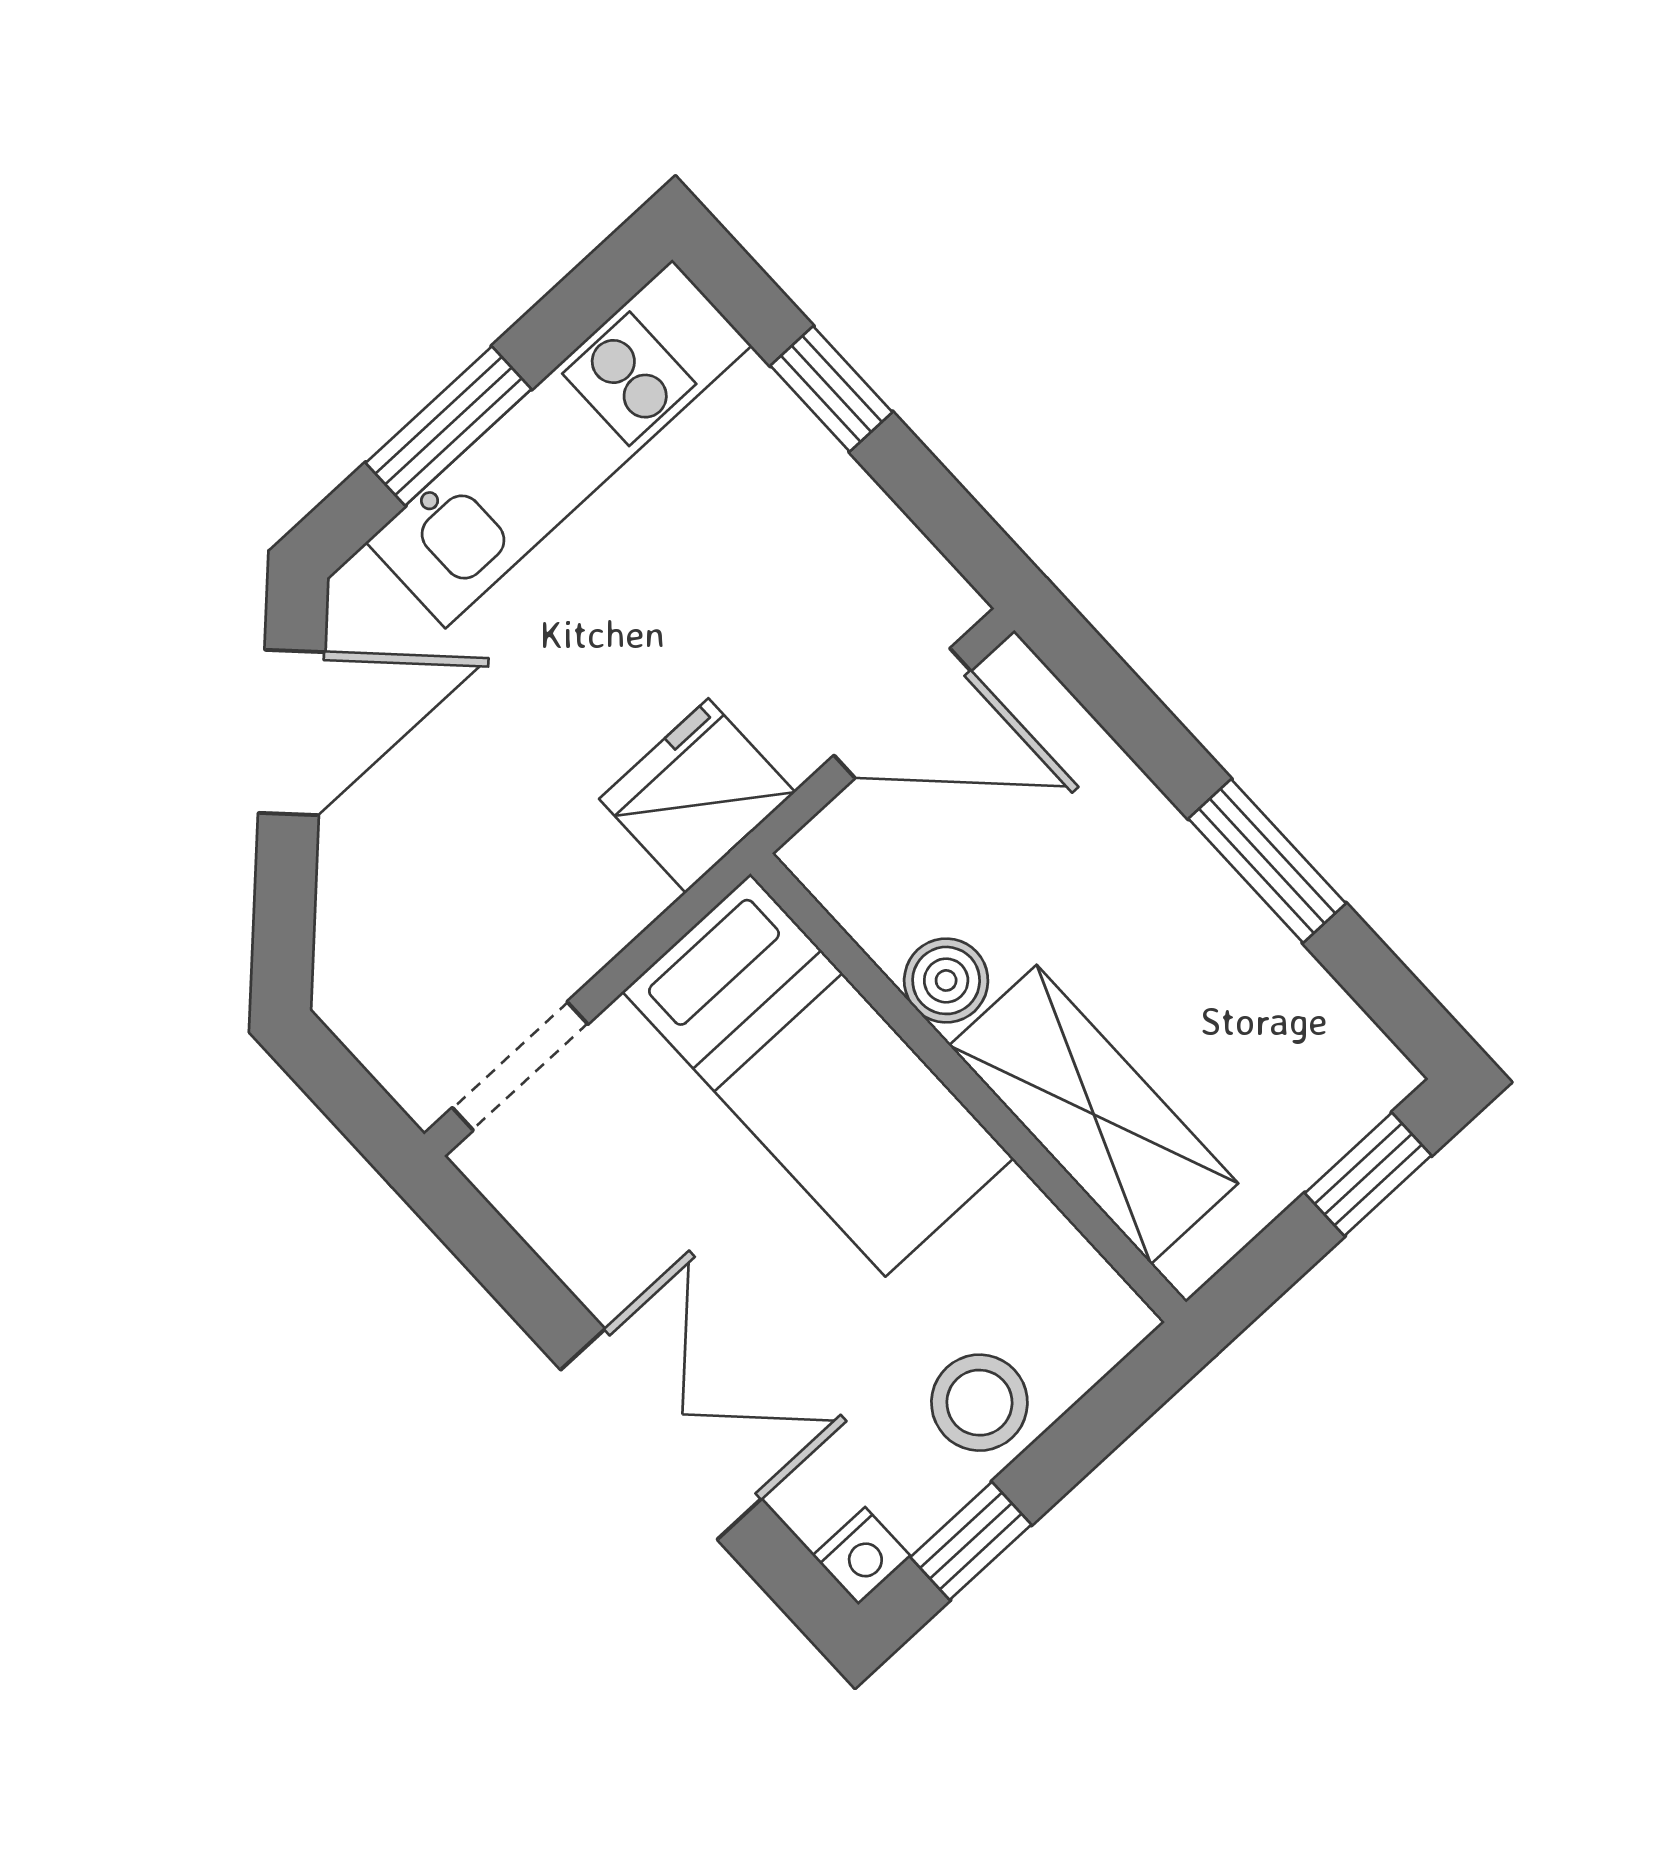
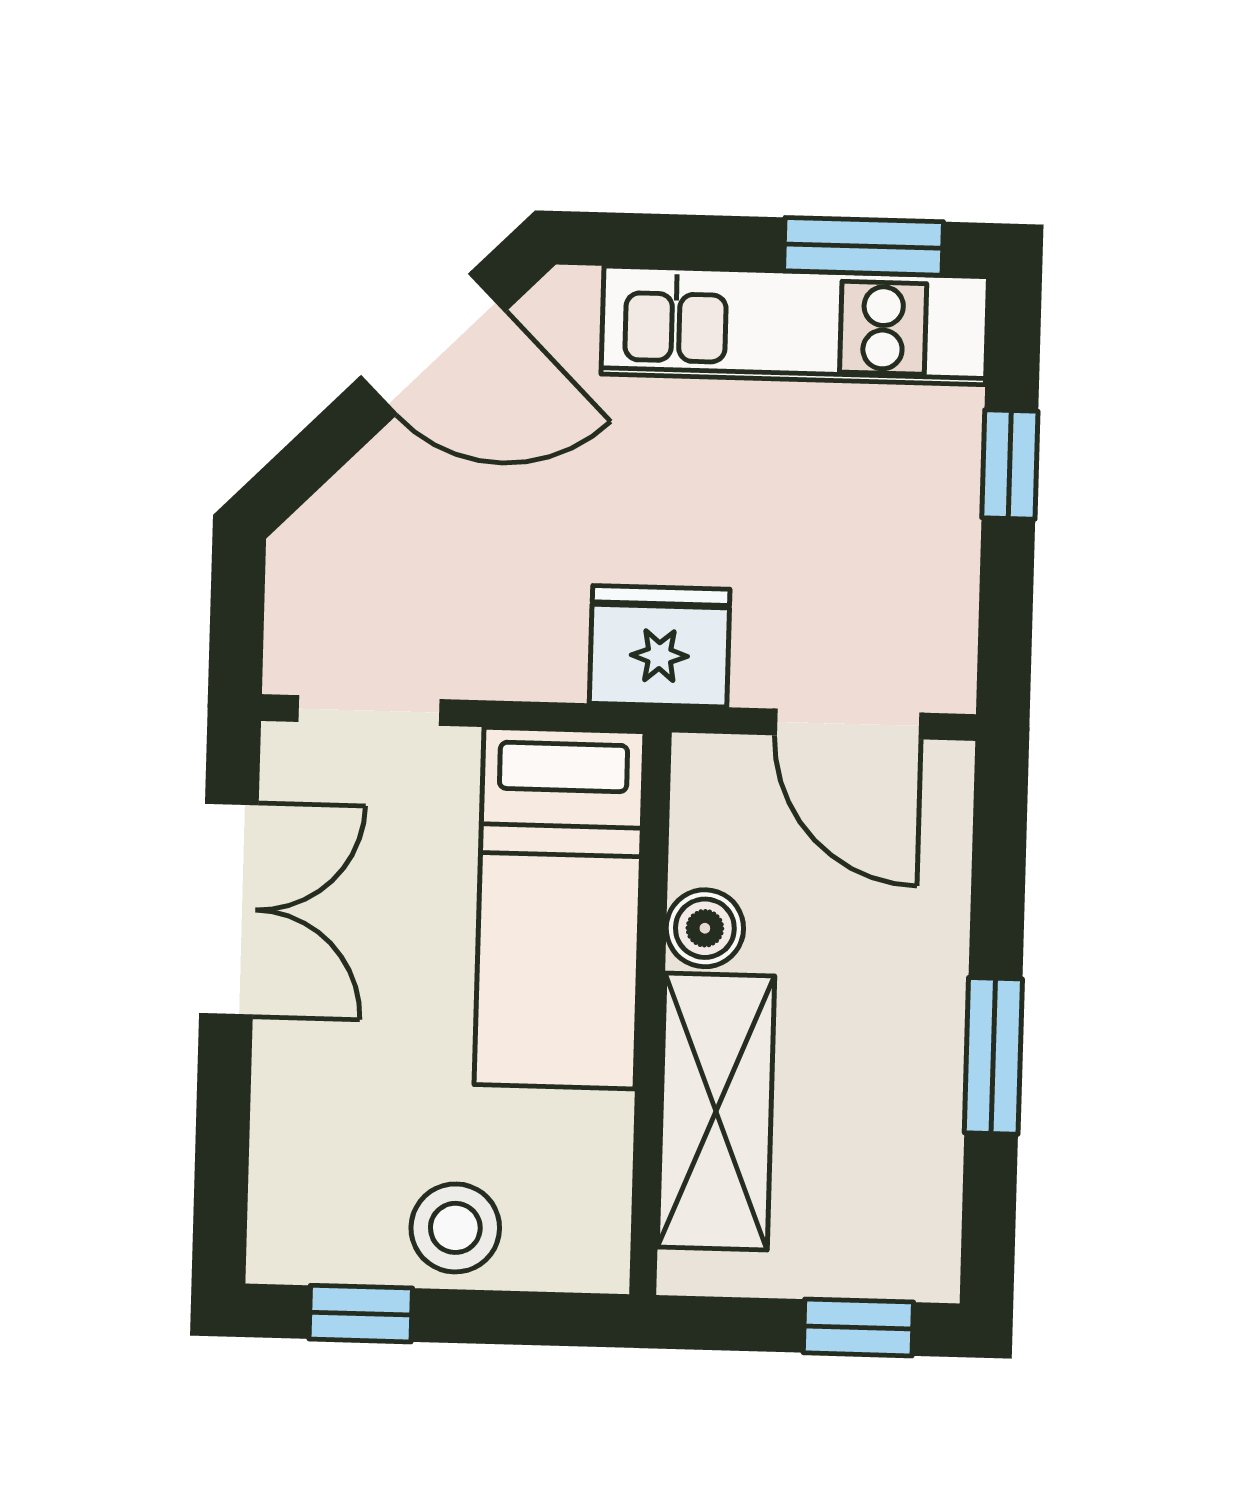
window: (449, 426) -> (863, 246), moved
double door: (661, 1434) -> (229, 909), moved
nightstand: (862, 1556) -> (279, 1253), removed

